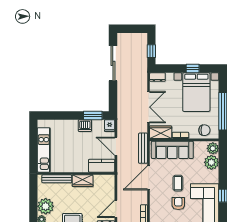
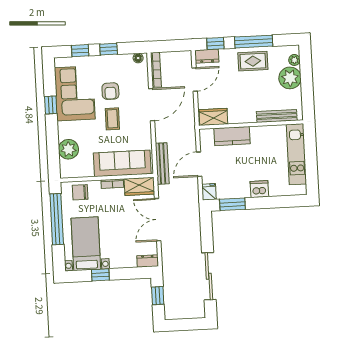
bed with nightstands: (196, 92) -> (86, 244), width x0.73
dishwasher: (85, 126) -> (259, 189), moved
door: (116, 146) -> (199, 164), swing flipped
plant: (213, 148) -> (68, 168), removed
kitchen counter: (102, 166) -> (232, 136), moved
door: (148, 178) -> (152, 105), moved
wardrobe: (83, 181) -> (213, 117), moved

